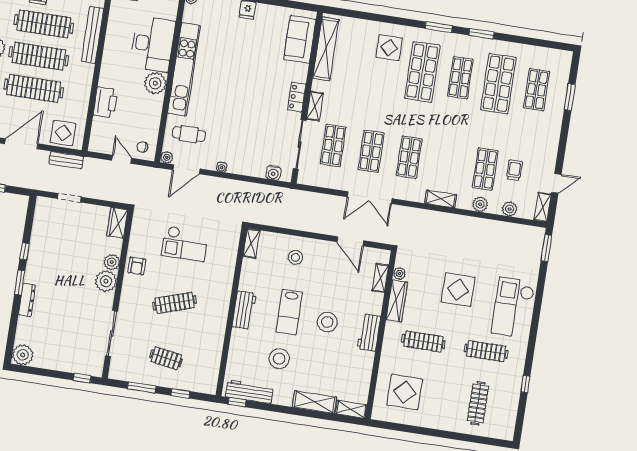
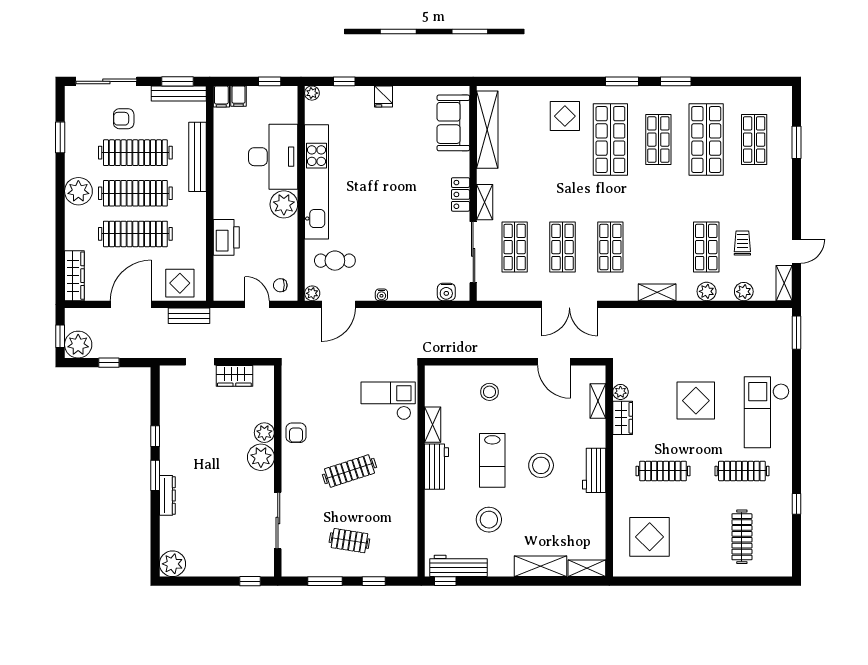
wardrobe: (117, 223) -> (234, 376), moved, turned -90
shelving: (251, 243) -> (433, 425), moved
checkout: (185, 244) -> (388, 401), moved, turned 180
wardrobe: (397, 301) -> (623, 418), width x0.67

